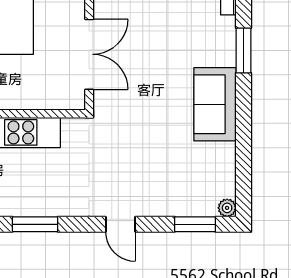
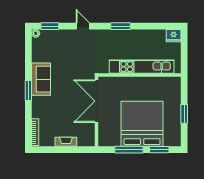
window: (243, 50) -> (28, 90), moved
double door: (89, 54) -> (97, 101), width x1.36

